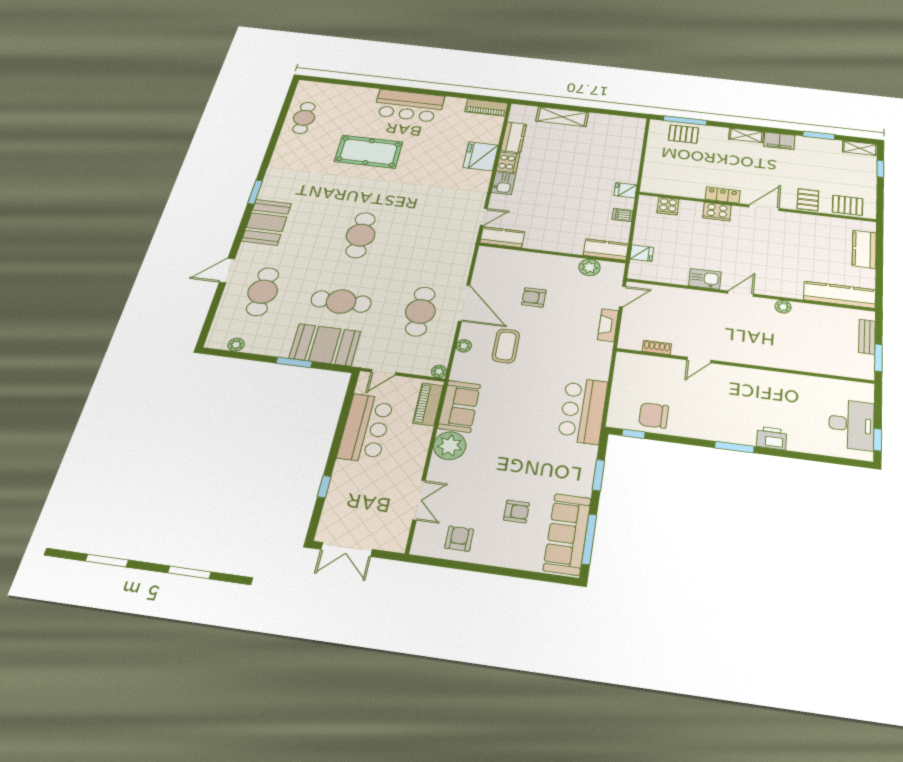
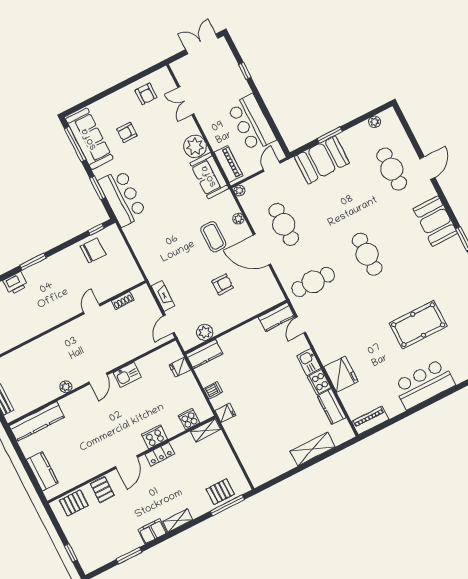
shelving: (860, 148) -> (205, 430), moved
cafe table: (341, 301) -> (313, 282), moved
bar counter: (583, 410) -> (122, 198), moved

